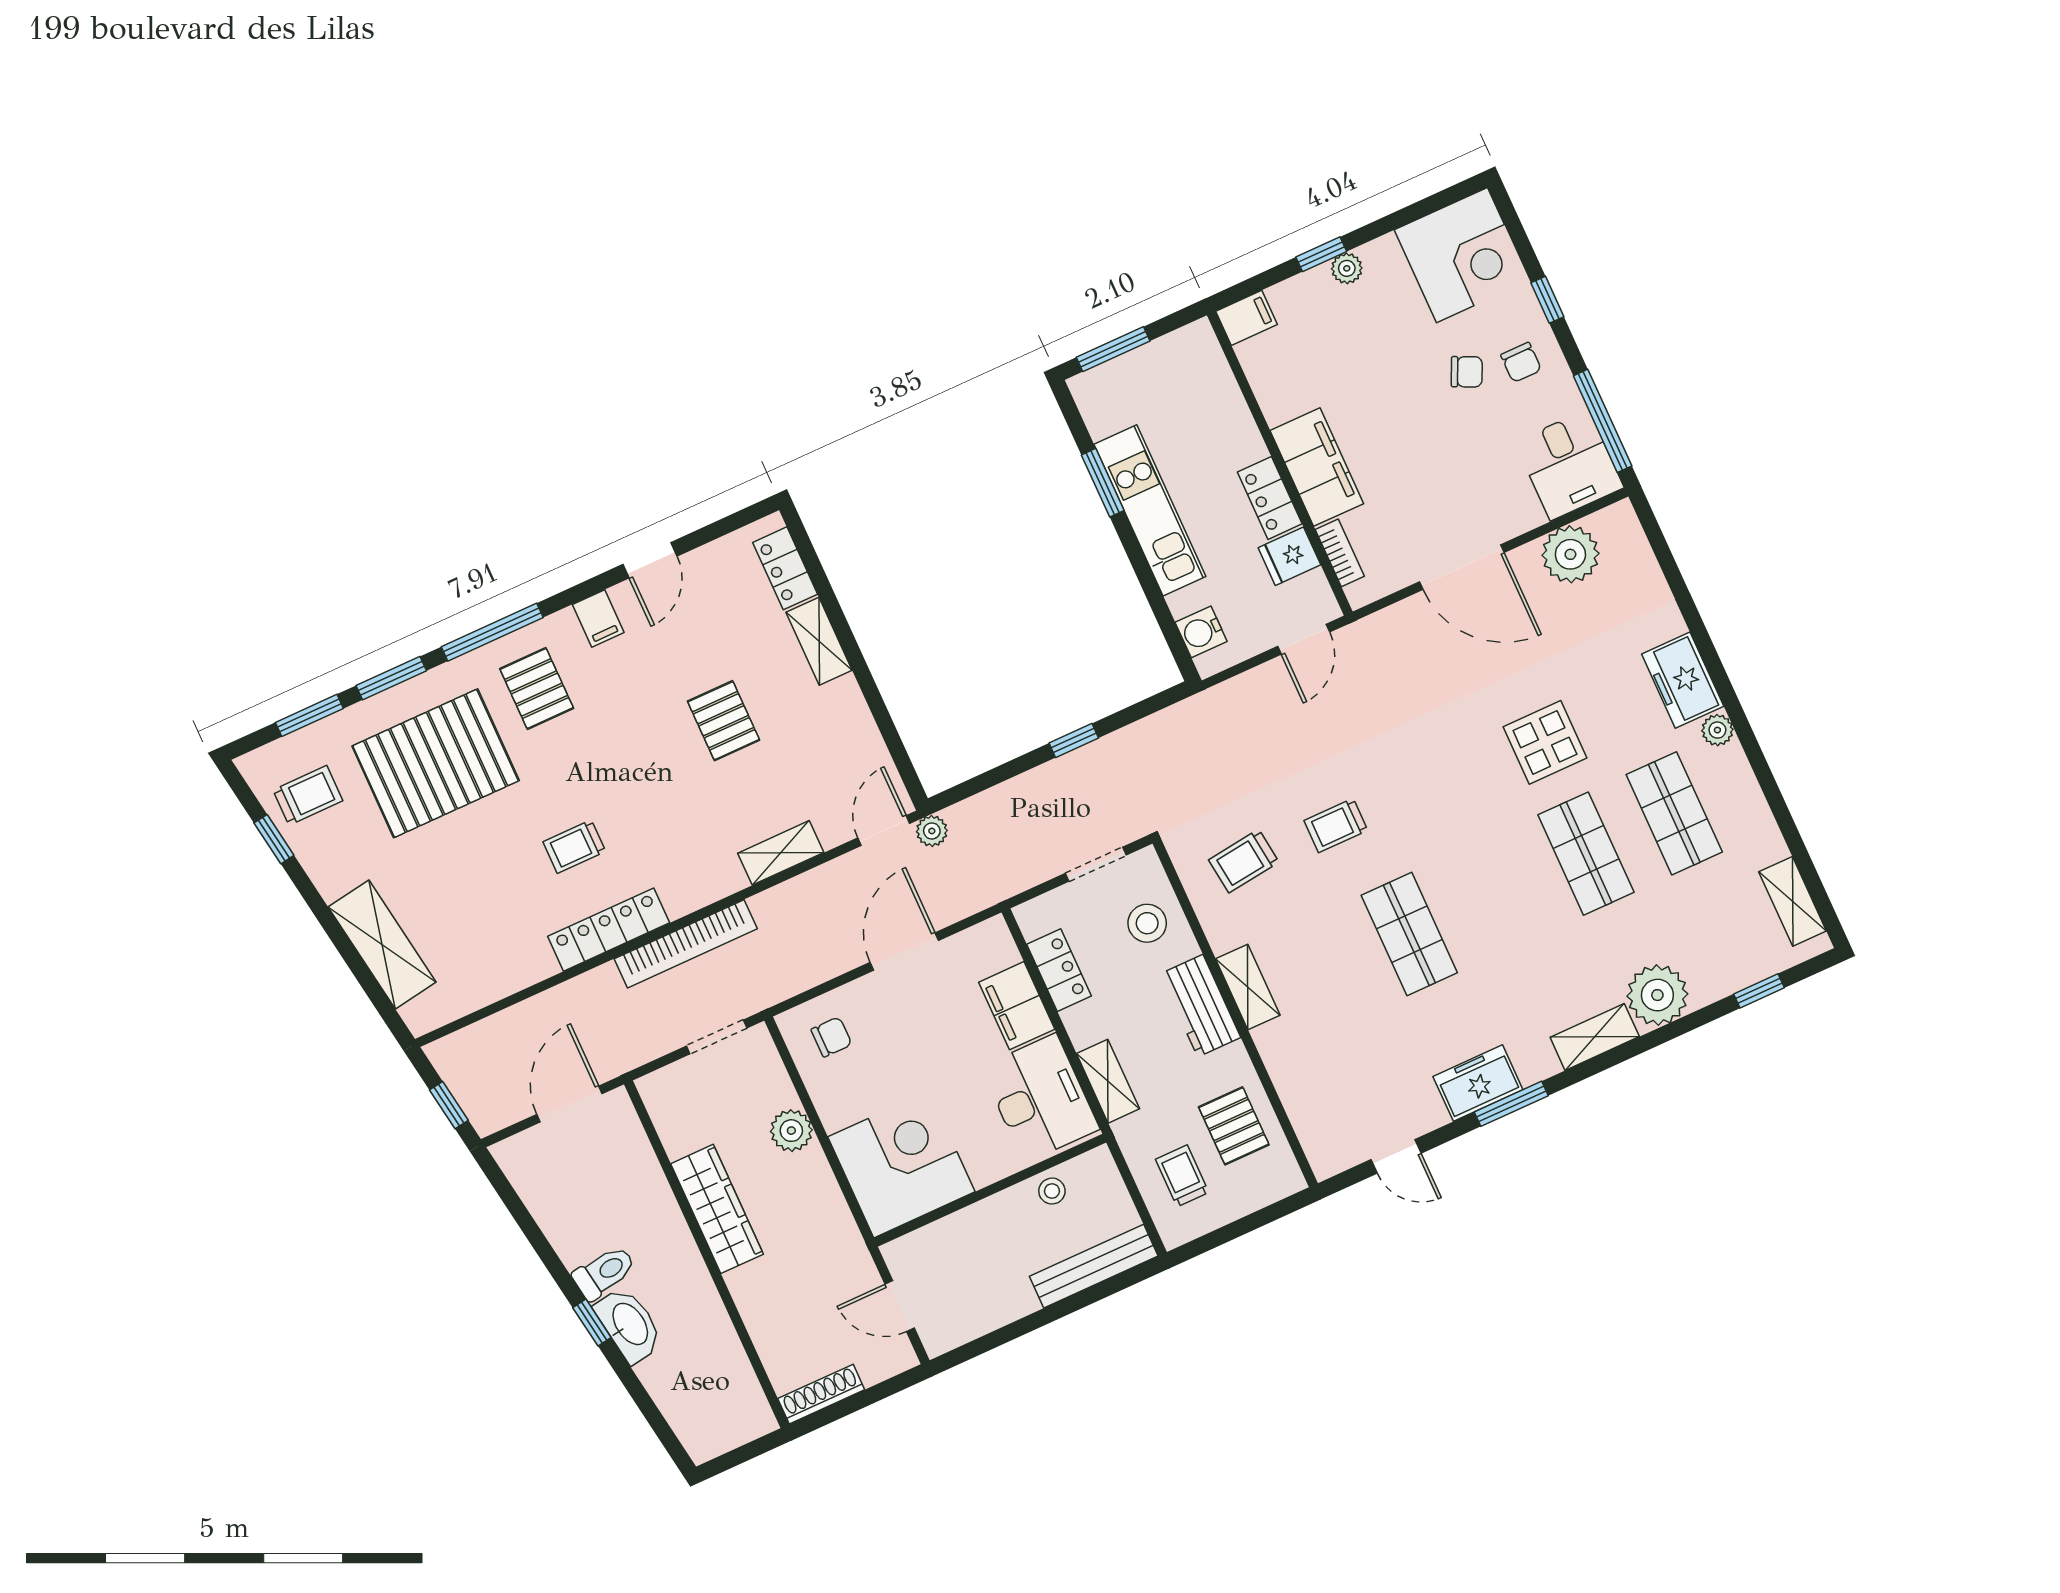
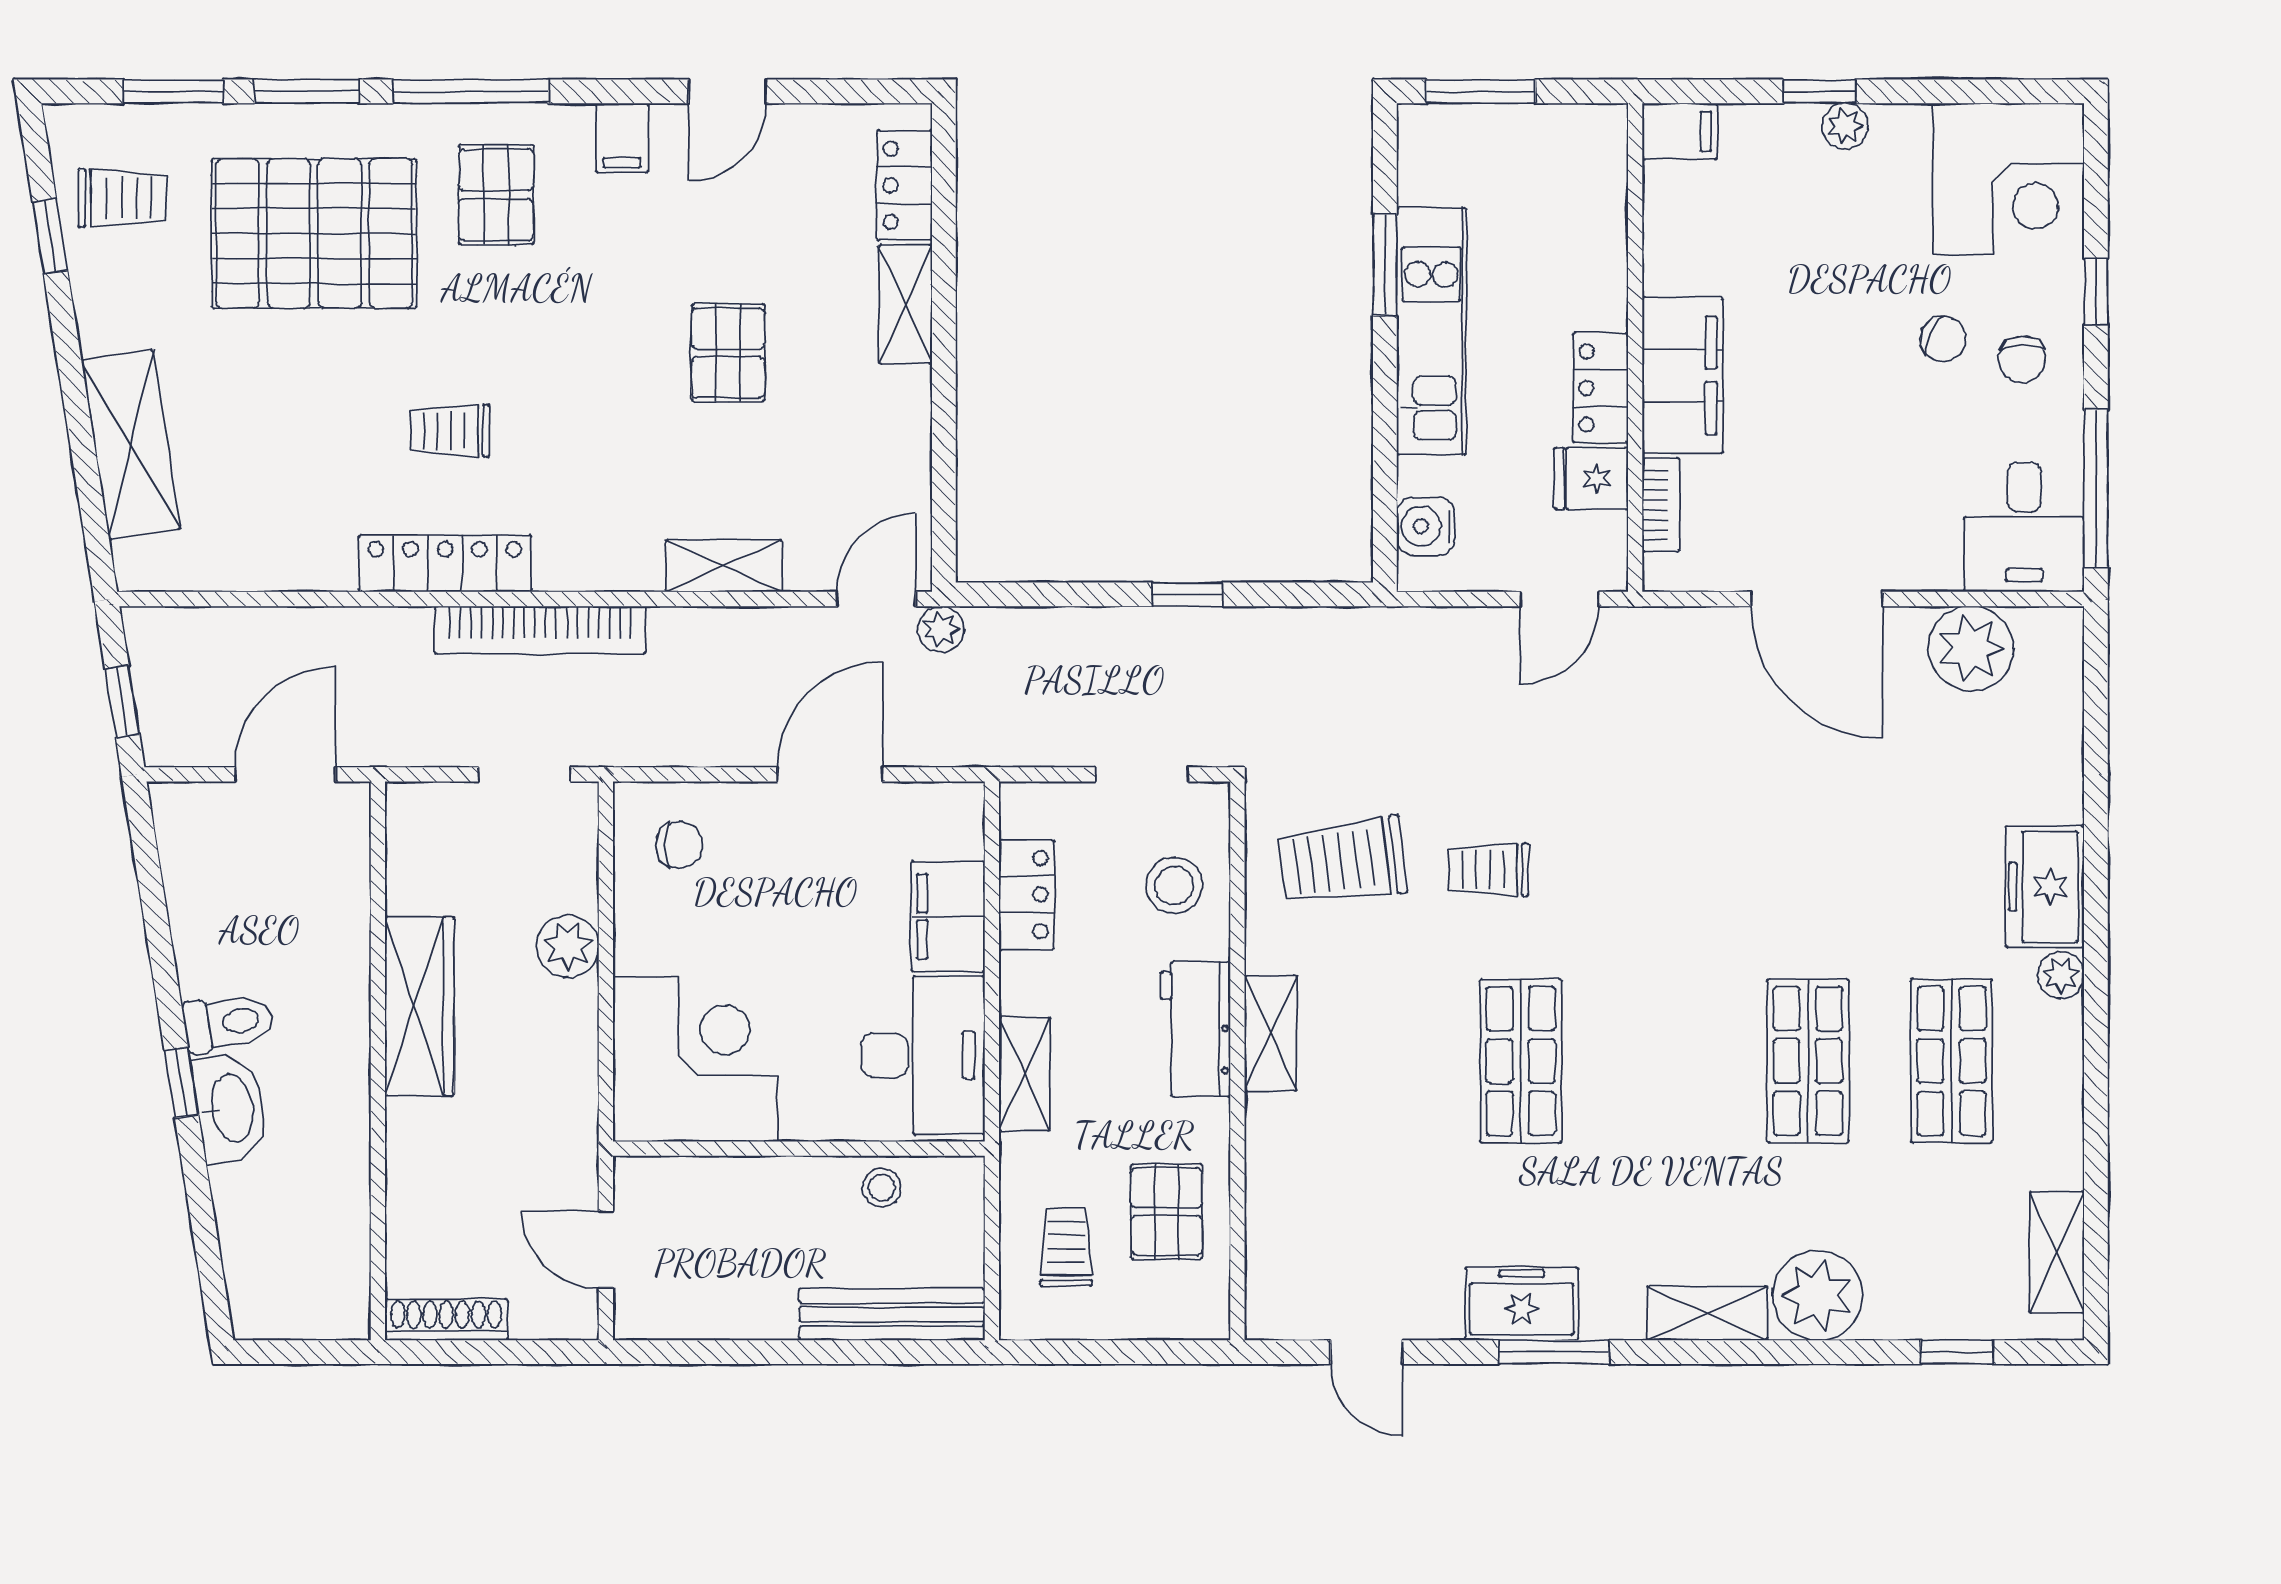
display table: (1545, 742) -> (1821, 886), removed
trolley: (1244, 861) -> (1343, 861), width x1.36, depth x1.39

